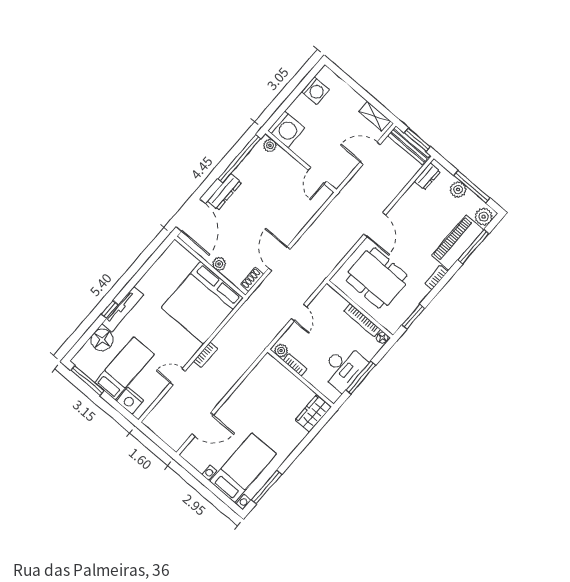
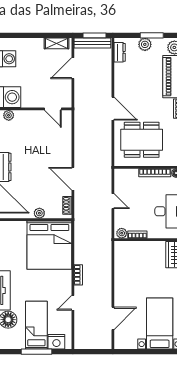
window: (472, 187) -> (152, 35), width x0.69
window: (87, 380) -> (37, 352), moved

